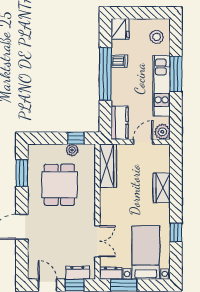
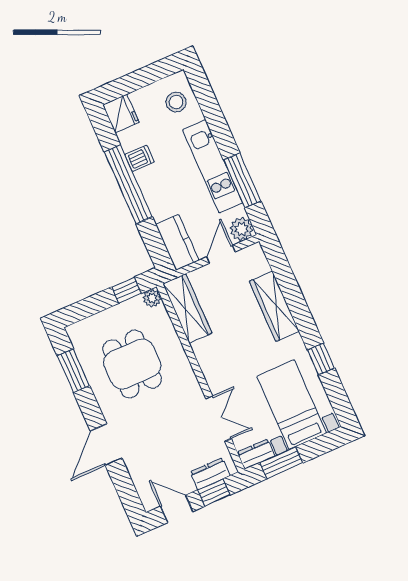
window: (176, 74) -> (242, 180), moved
plant: (72, 150) -> (152, 298), moved
wardrobe: (162, 188) -> (274, 306), width x1.50

